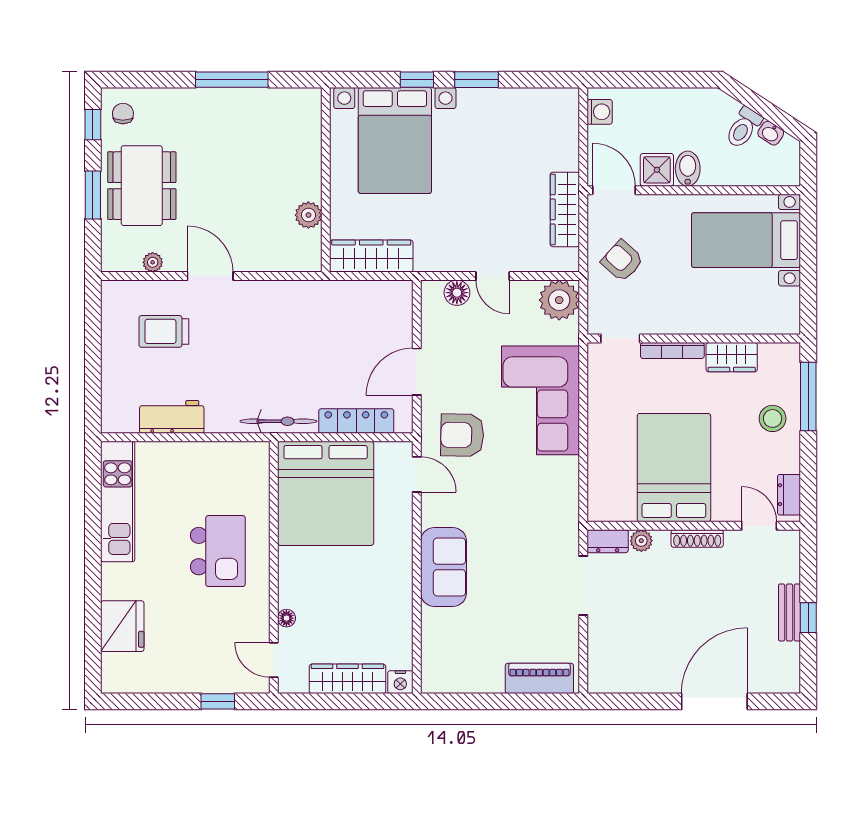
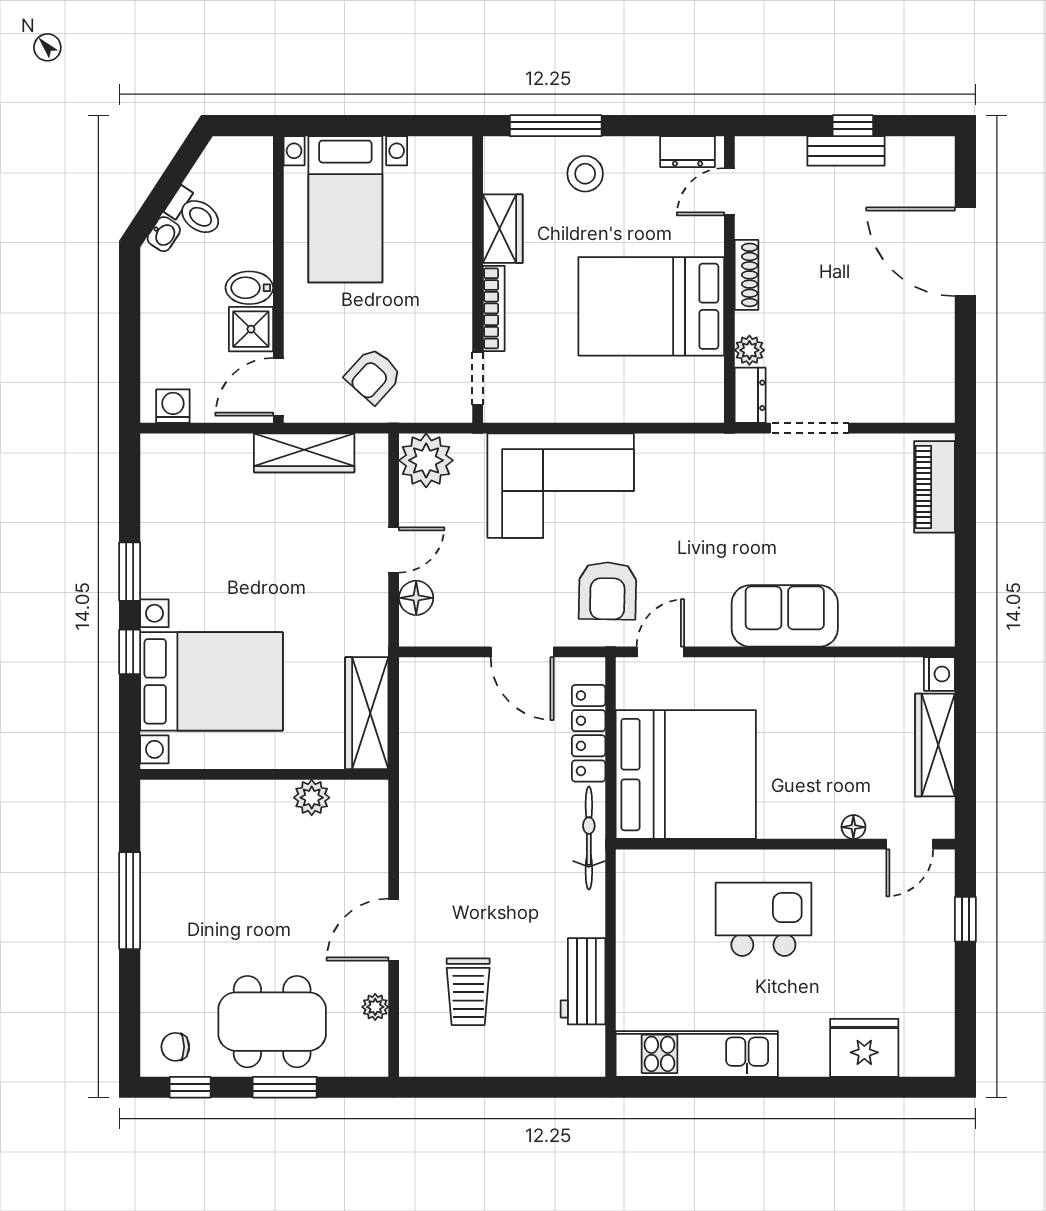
washbasin: (771, 133) -> (164, 234), moved

